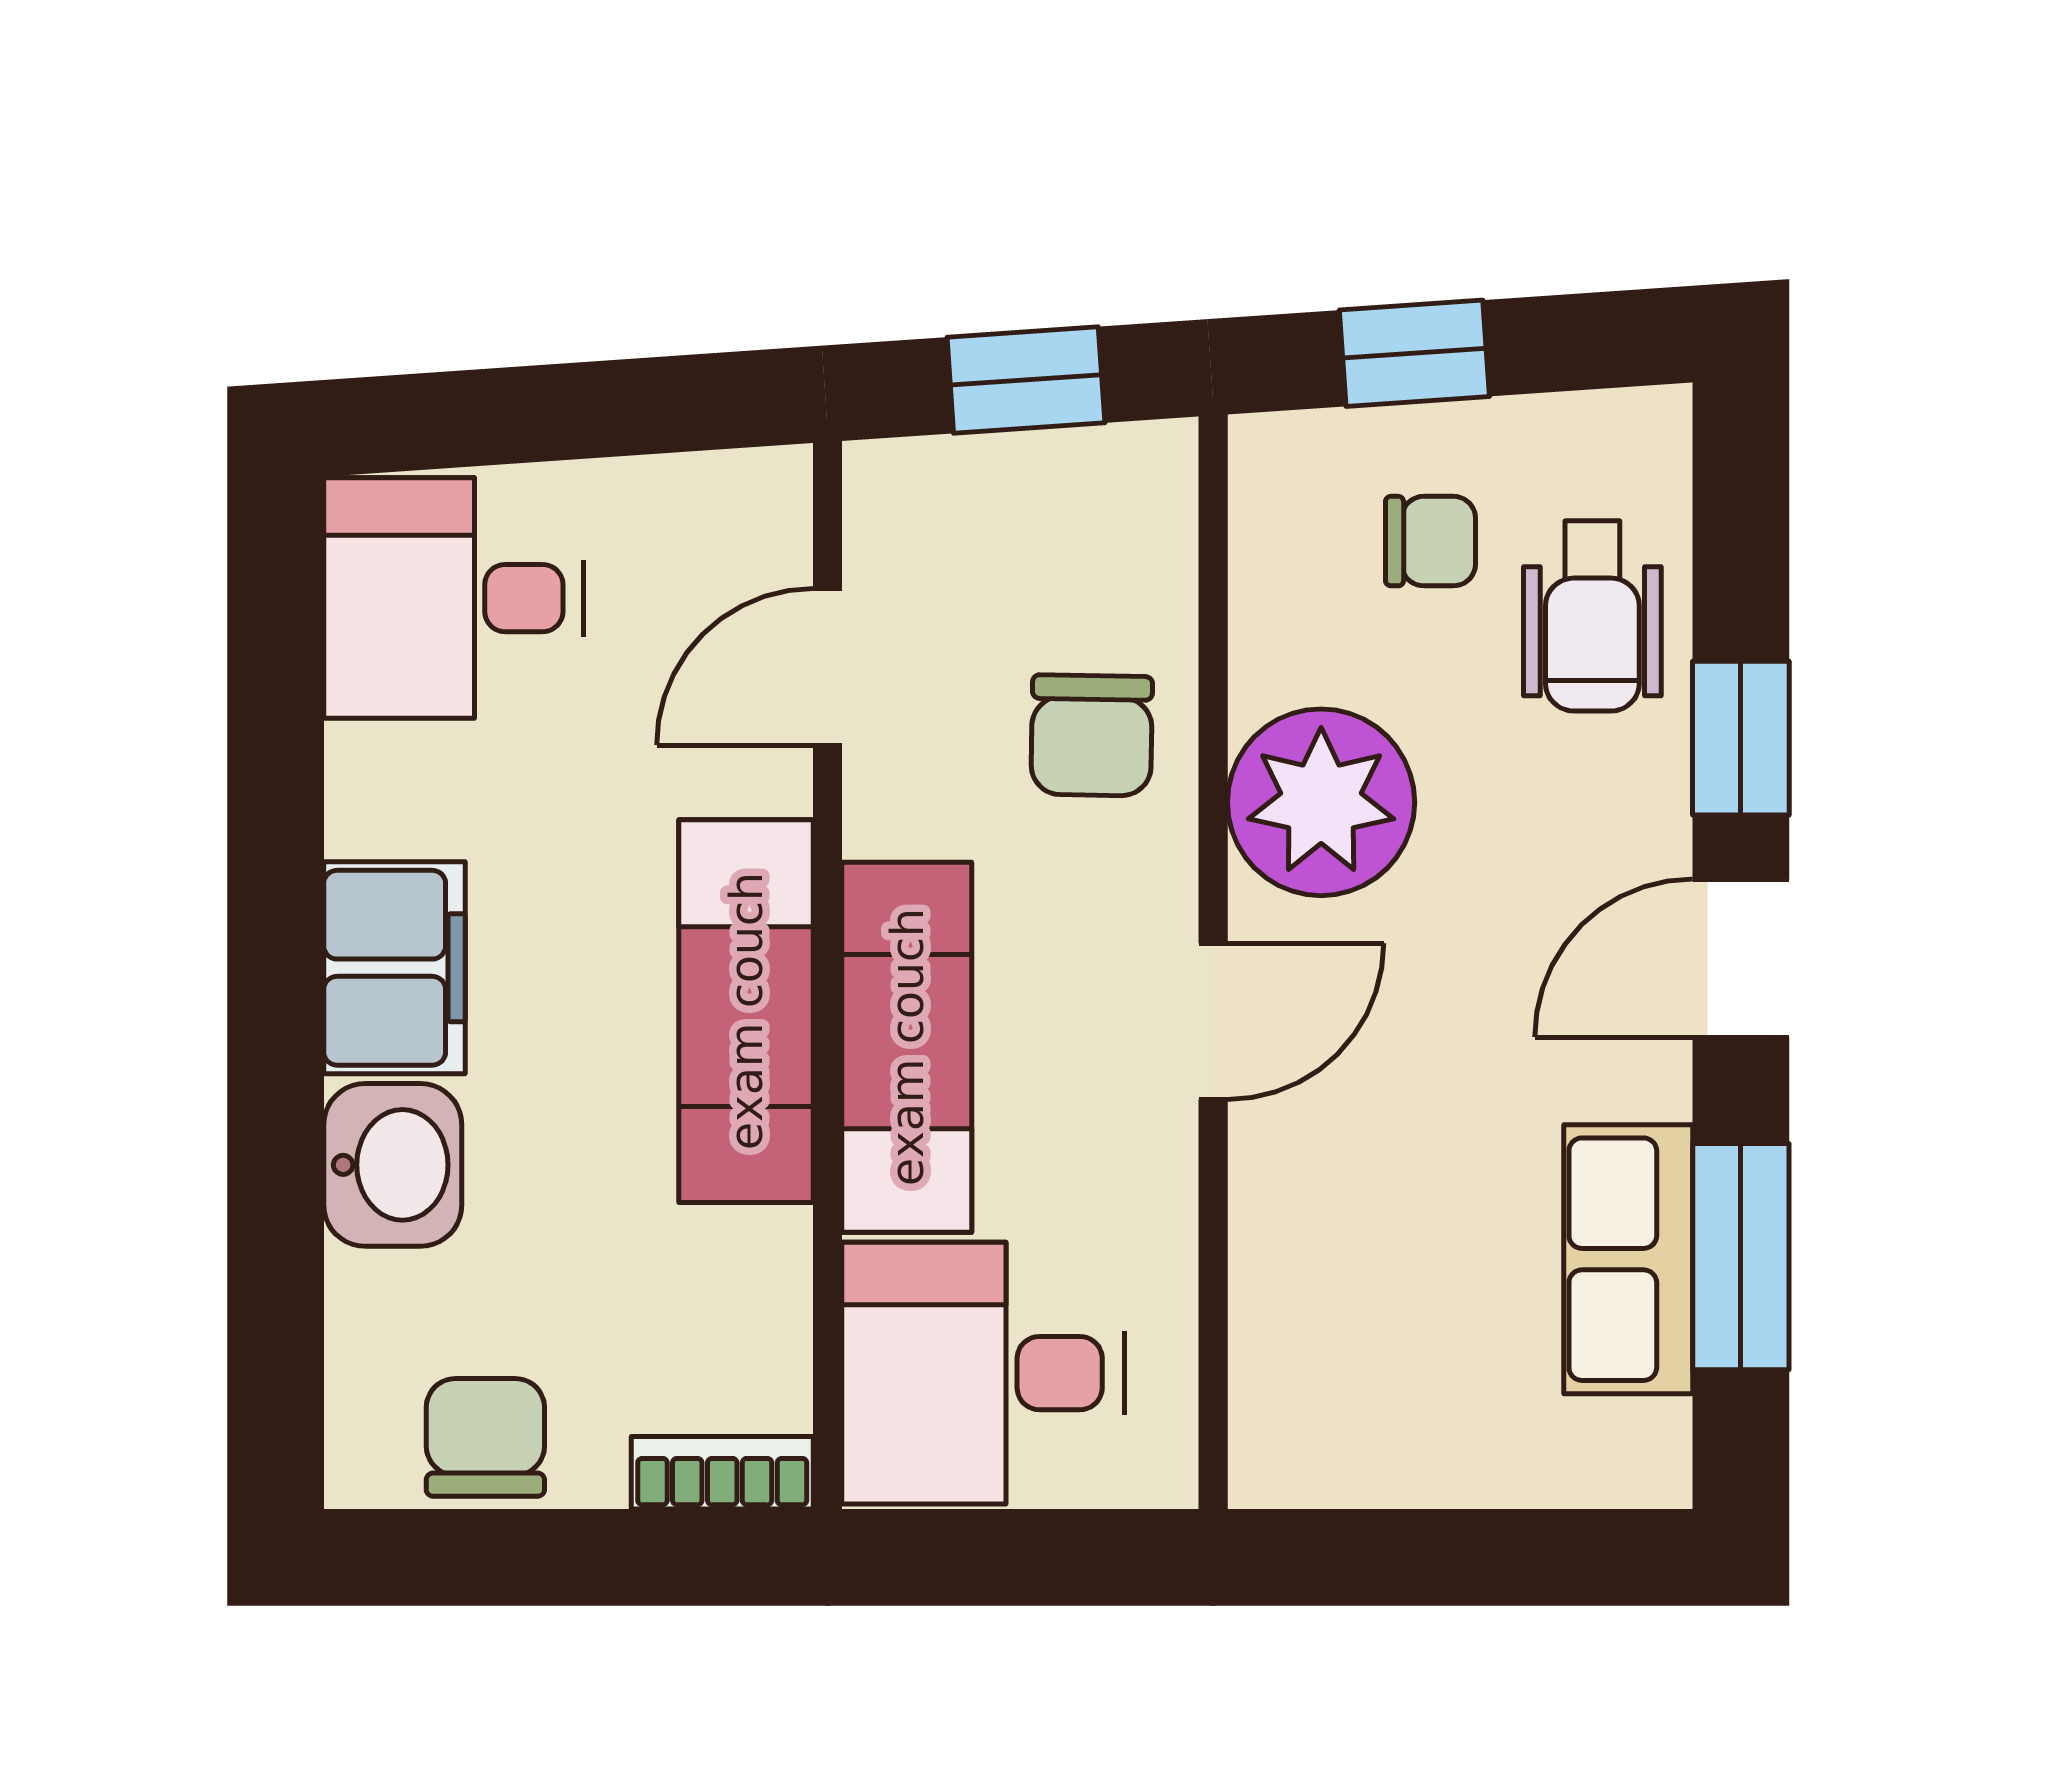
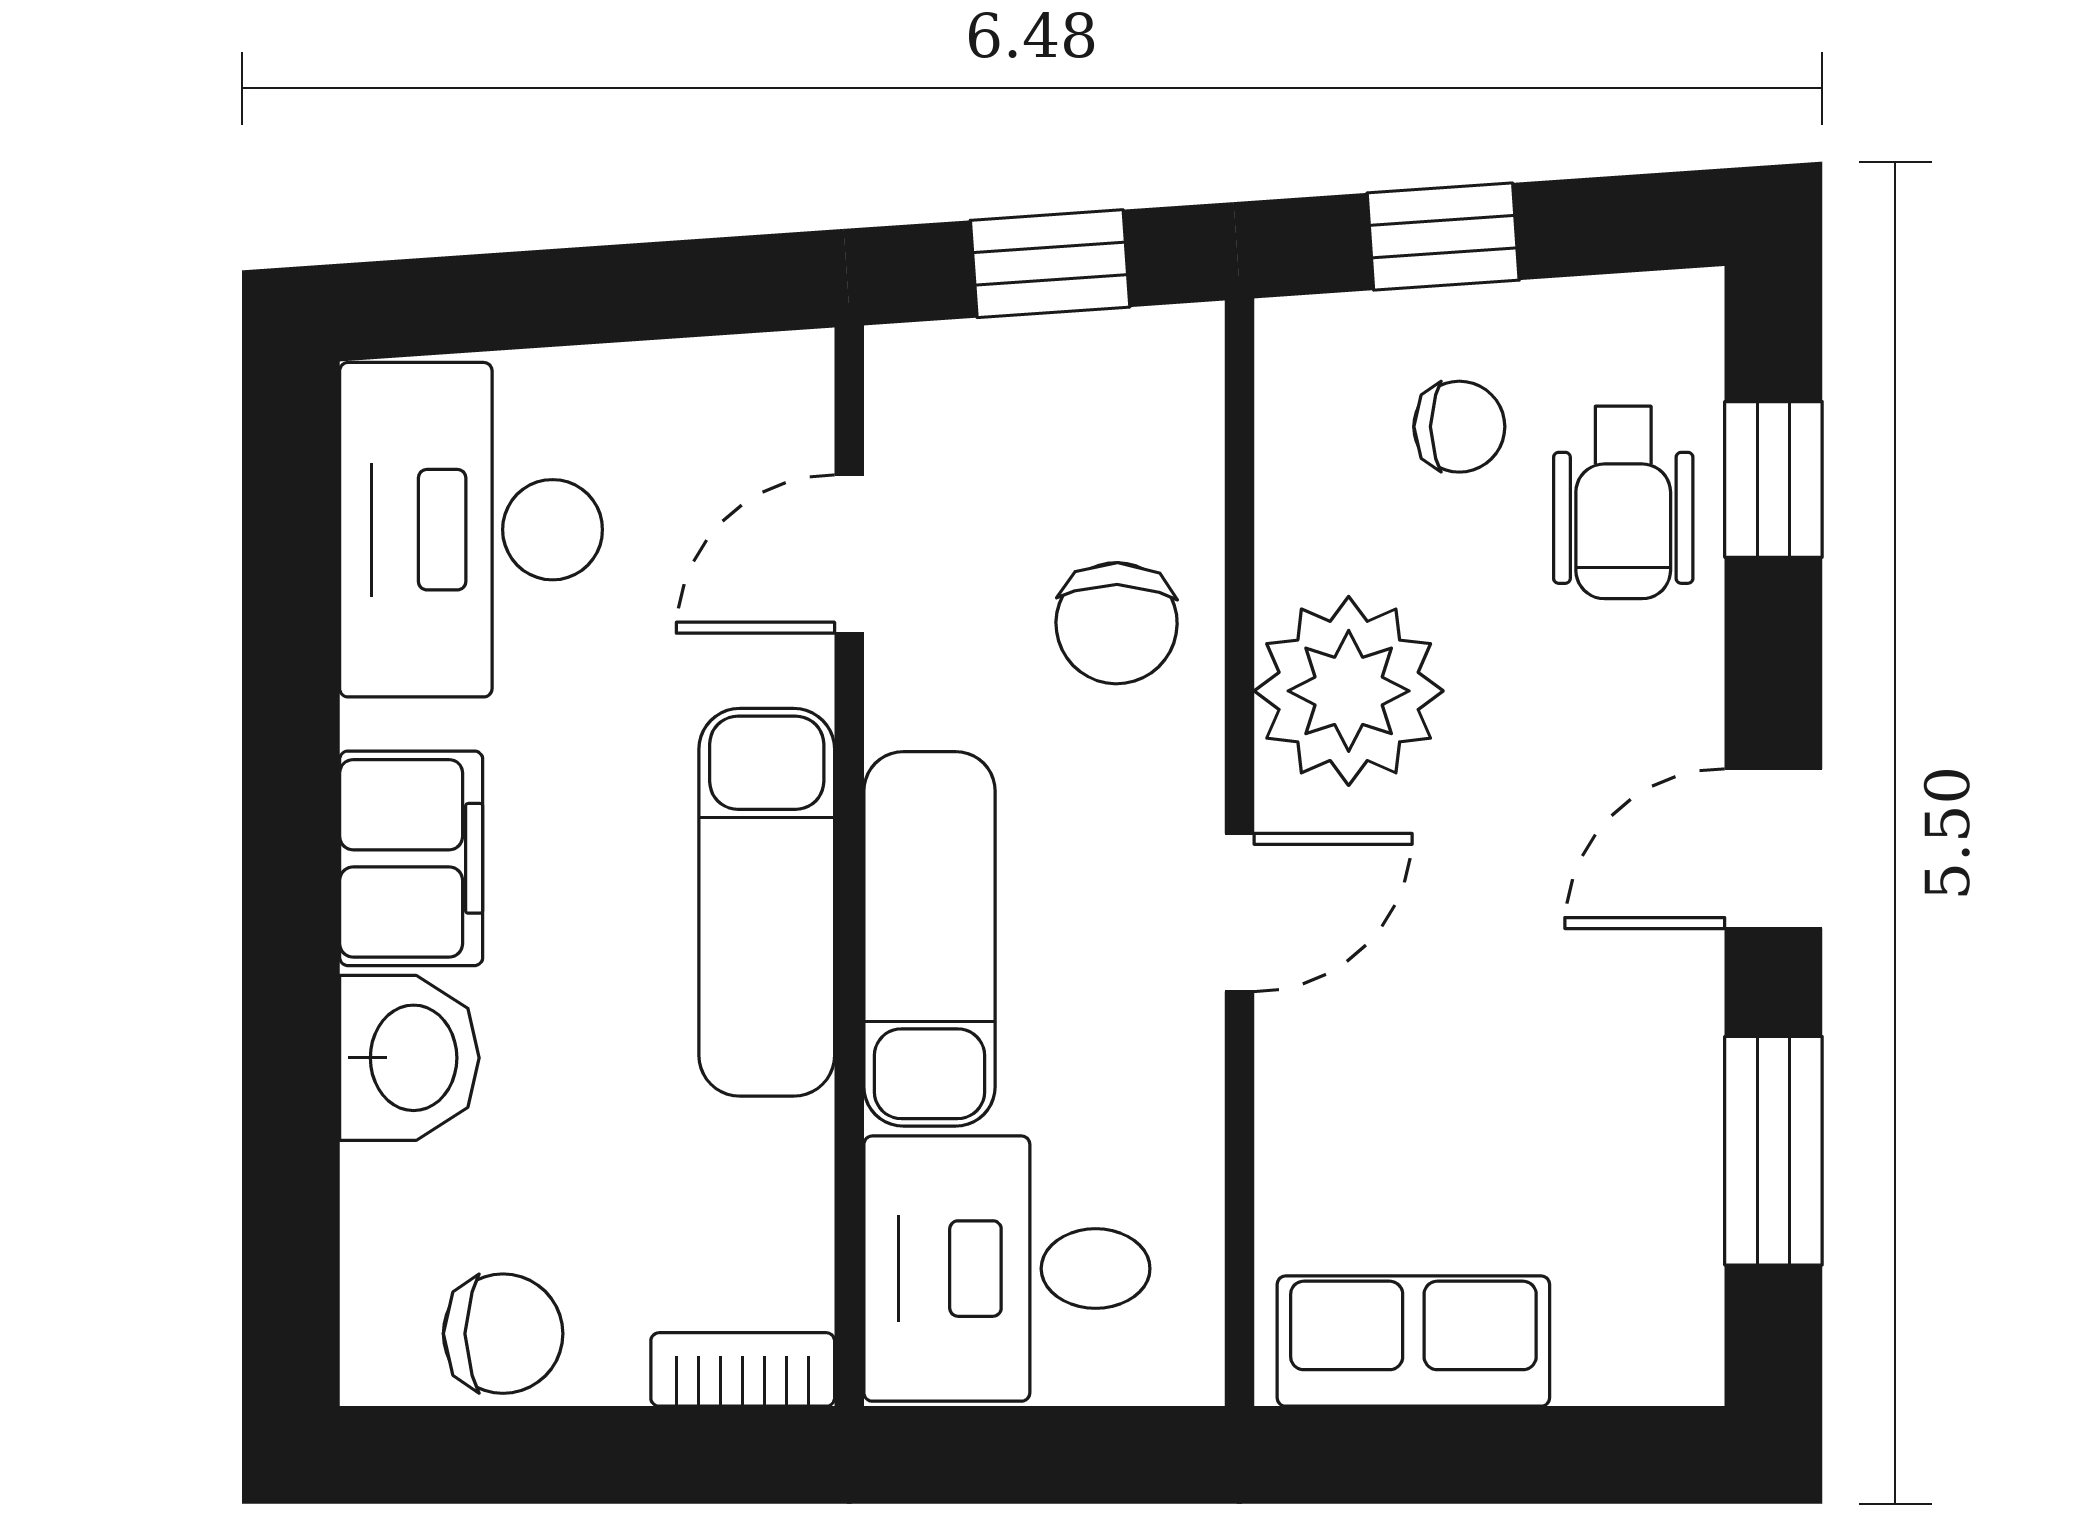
desk: (454, 598) -> (471, 530), width x1.37
window: (1741, 738) -> (1773, 479), moved
row of seats: (1628, 1259) -> (1413, 1341), moved, turned 90
chair: (485, 1437) -> (503, 1334), turned 90

